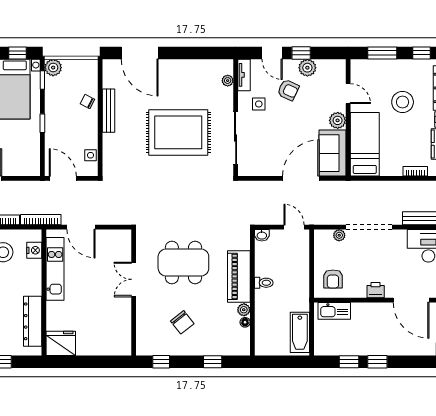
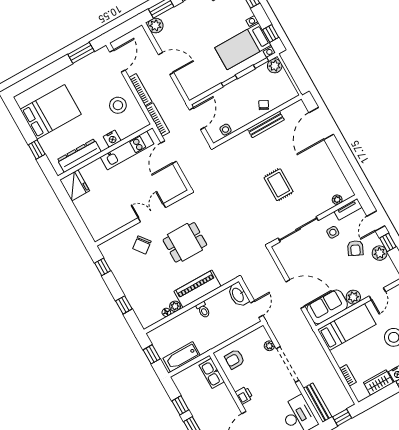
rug: (178, 132) -> (279, 185), width x0.54, depth x0.49
washbasin: (262, 235) -> (238, 295), width x1.91, depth x1.45
nightstand: (34, 250) -> (112, 139), moved
dining table: (183, 262) -> (185, 242), width x0.73
chair: (182, 322) -> (142, 245), moved
window: (280, 362) -> (152, 354), added

